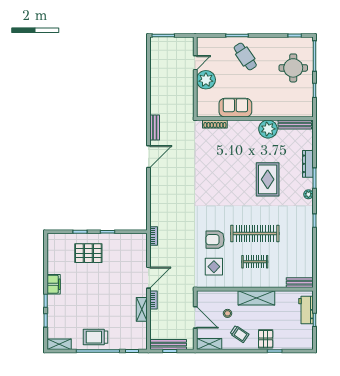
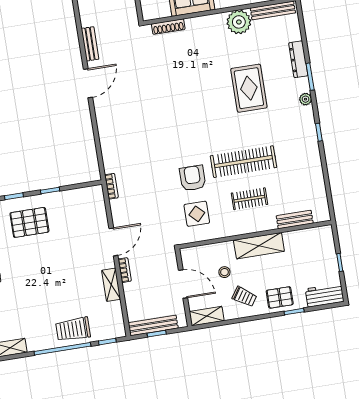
armchair: (215, 240) -> (193, 178), turned 90
bench: (300, 283) -> (295, 220), moved
workbench: (306, 310) -> (325, 295), moved, turned 90
trolley: (96, 337) -> (73, 329), moved
pallet: (266, 339) -> (280, 297), turned 90

